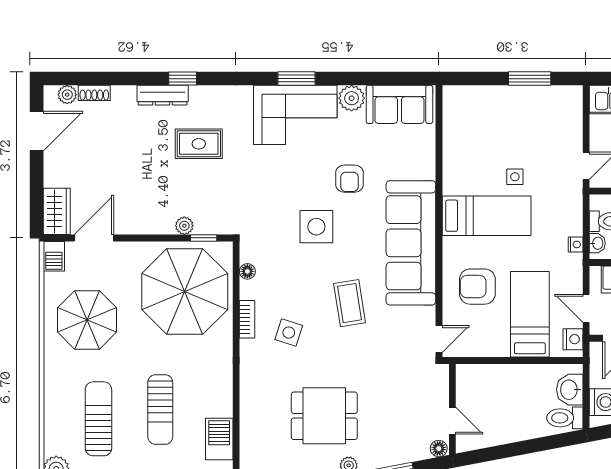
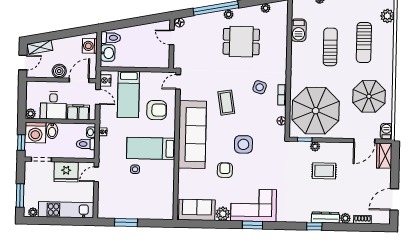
plant: (67, 95) -> (345, 218), moved
rug: (199, 144) -> (324, 171), moved

